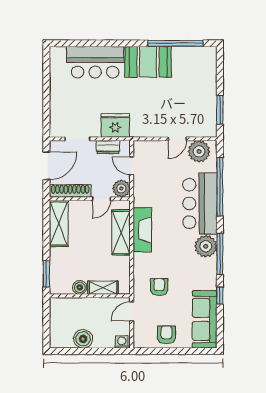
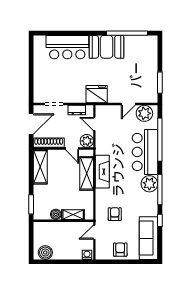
fridge: (115, 126) -> (97, 94), moved
door: (102, 199) -> (72, 148), hinge flipped
boiler: (83, 339) -> (45, 253), moved

